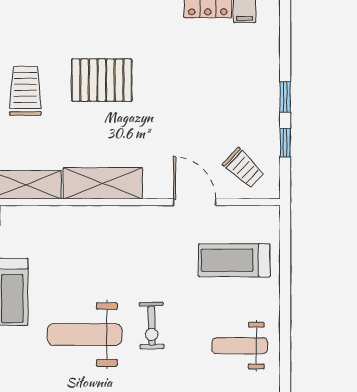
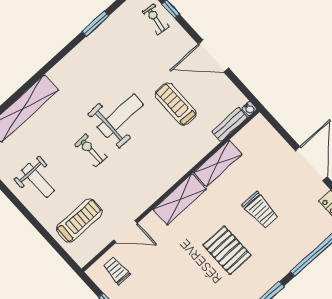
pallet: (102, 80) -> (227, 250), turned 90
trolley: (244, 168) -> (116, 271), turned 47
weight bench: (240, 346) -> (38, 180), turned 90

